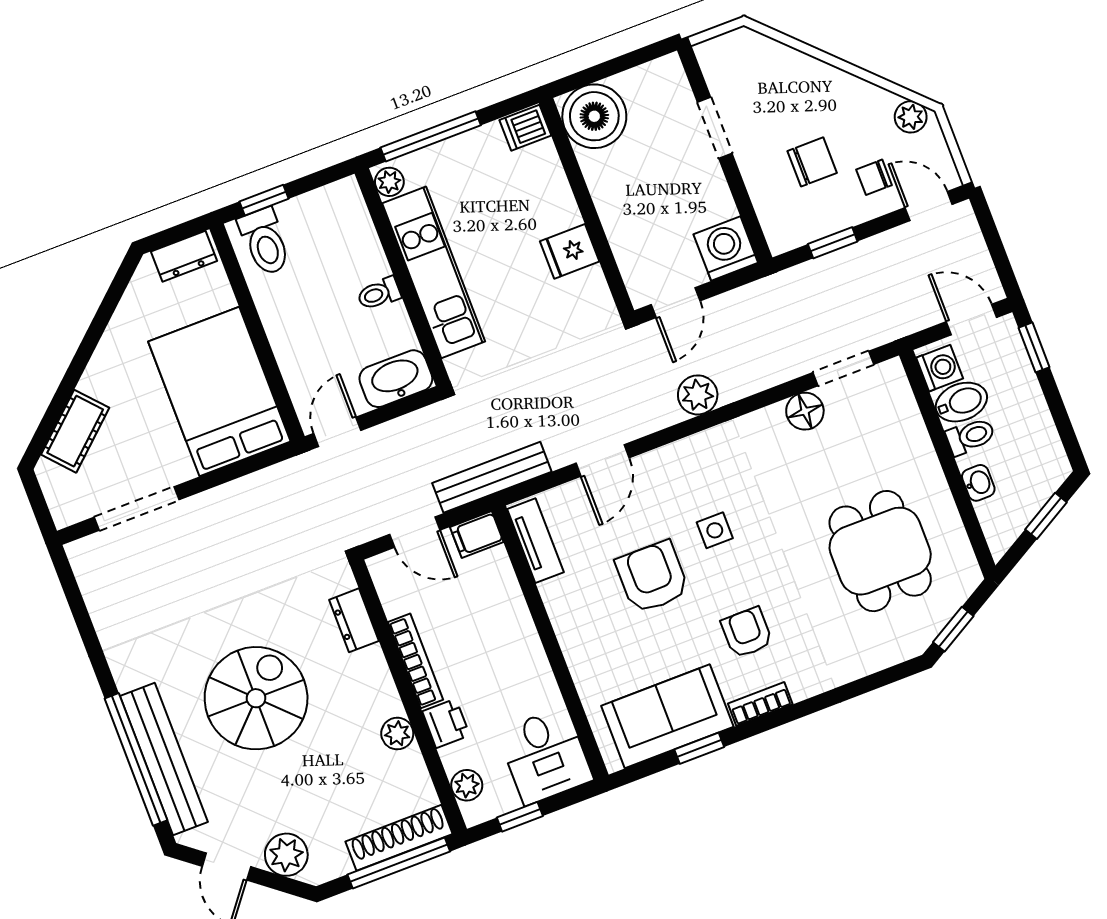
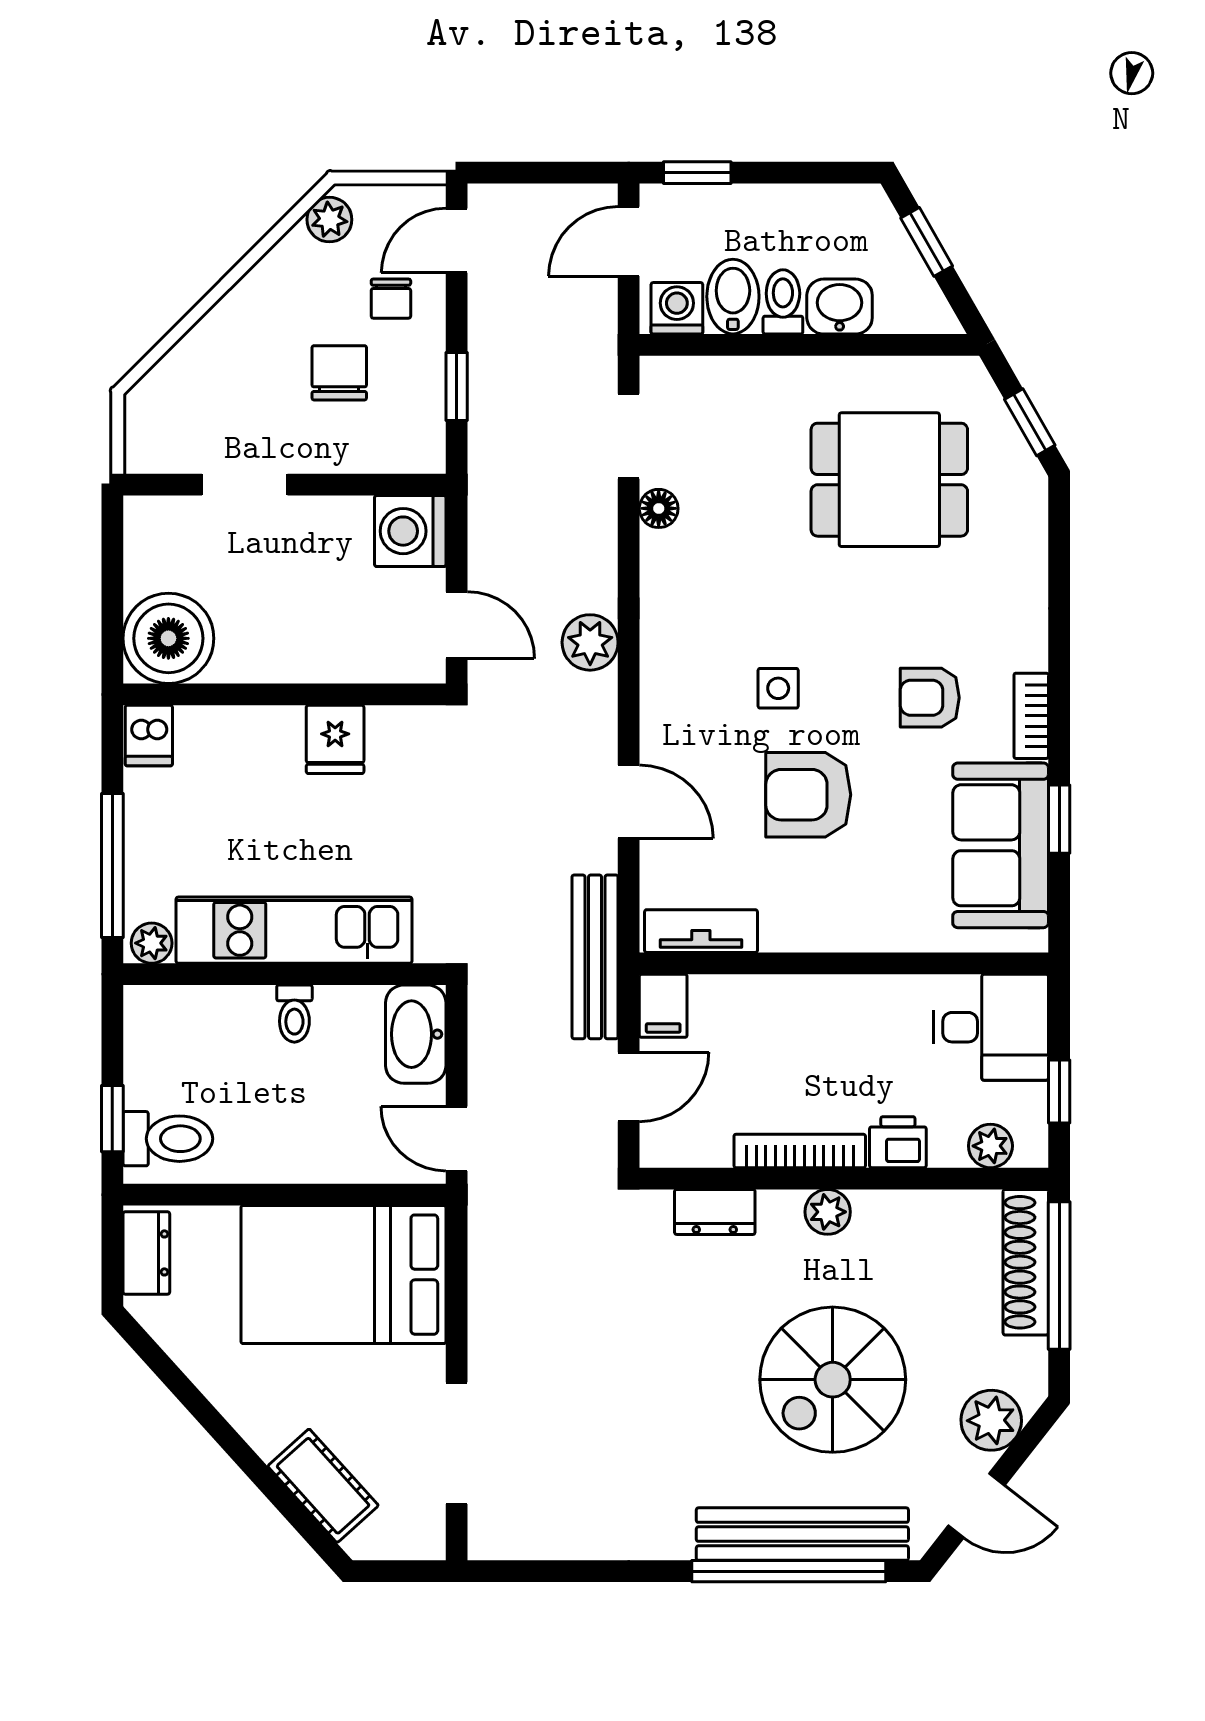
floor lamp: (805, 411) -> (659, 508), width x0.73, depth x0.73
washbasin: (978, 483) -> (840, 307), width x1.38, depth x1.45
spiral stairs: (256, 698) -> (833, 1380), moved, turned -90
plant: (397, 734) -> (828, 1212), moved

